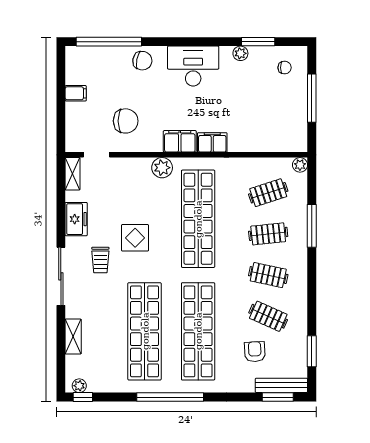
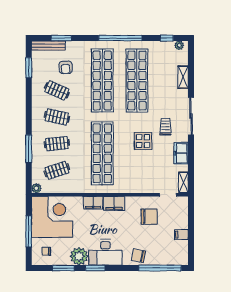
window: (209, 42) -> (95, 268), added
plant: (240, 53) -> (79, 256), width x1.88, depth x1.88
corner desk: (276, 120) -> (52, 217), added
chair: (126, 121) -> (149, 217), turned 180
plant: (162, 168) -> (126, 186), removed
window: (83, 397) -> (167, 38), moved
window: (278, 397) -> (61, 38), moved

